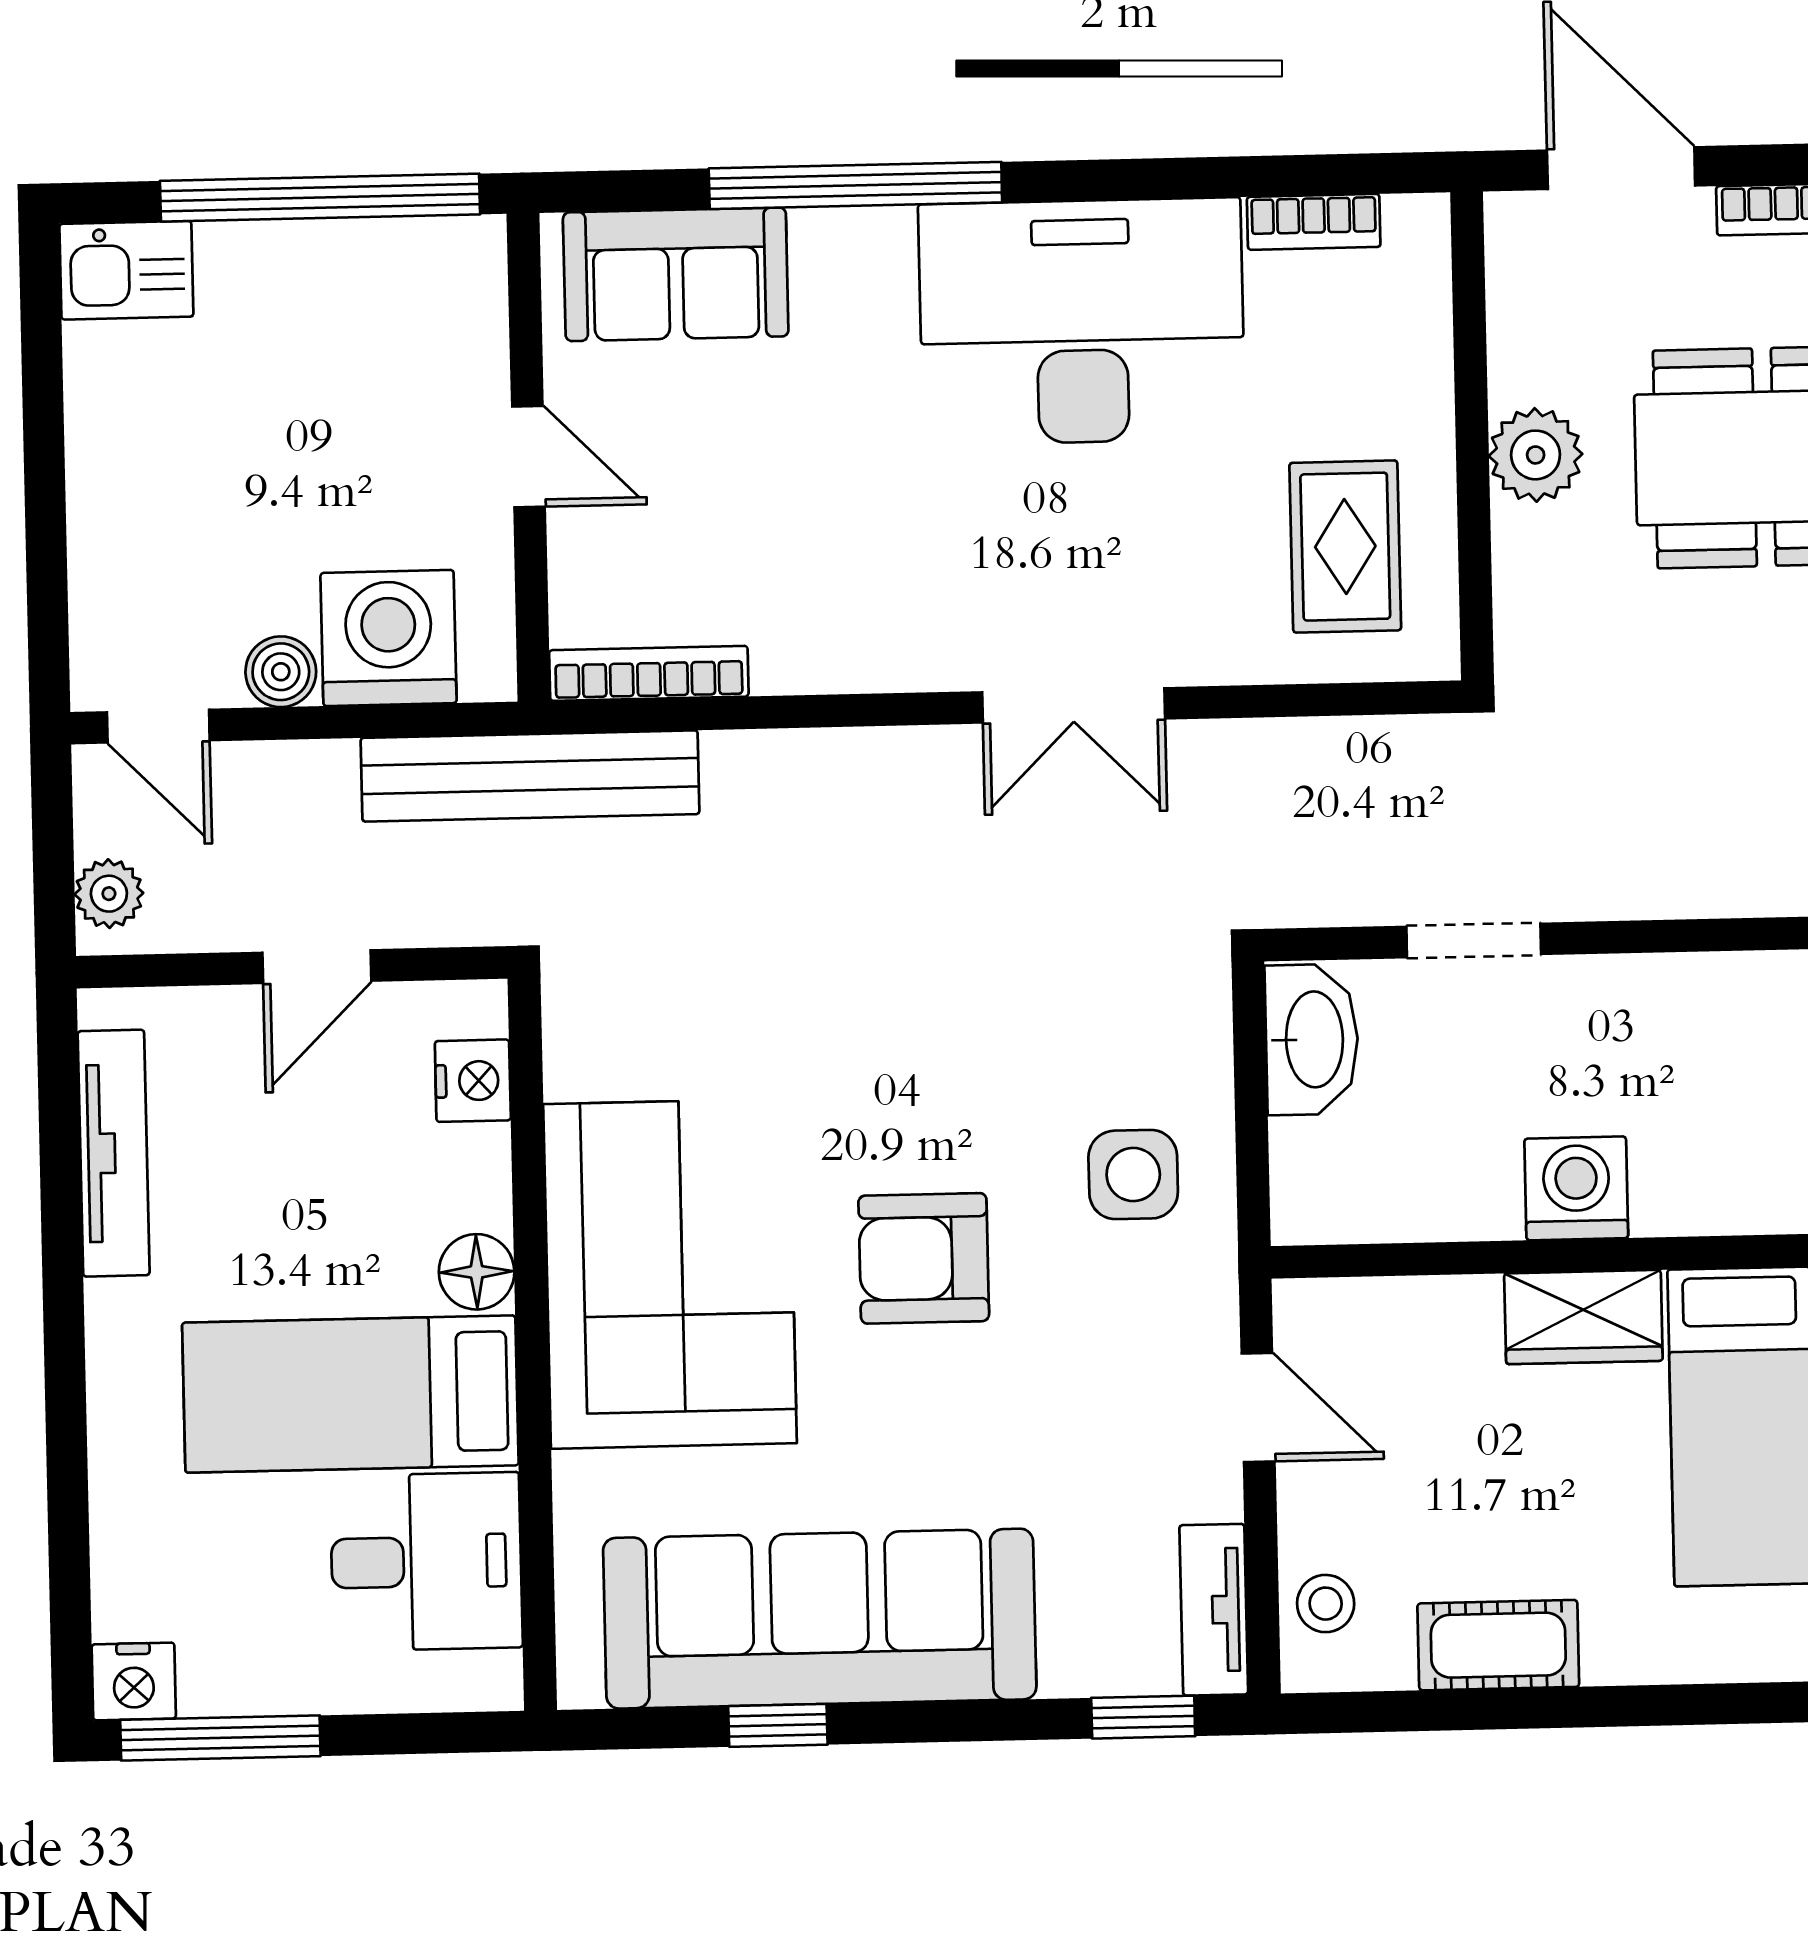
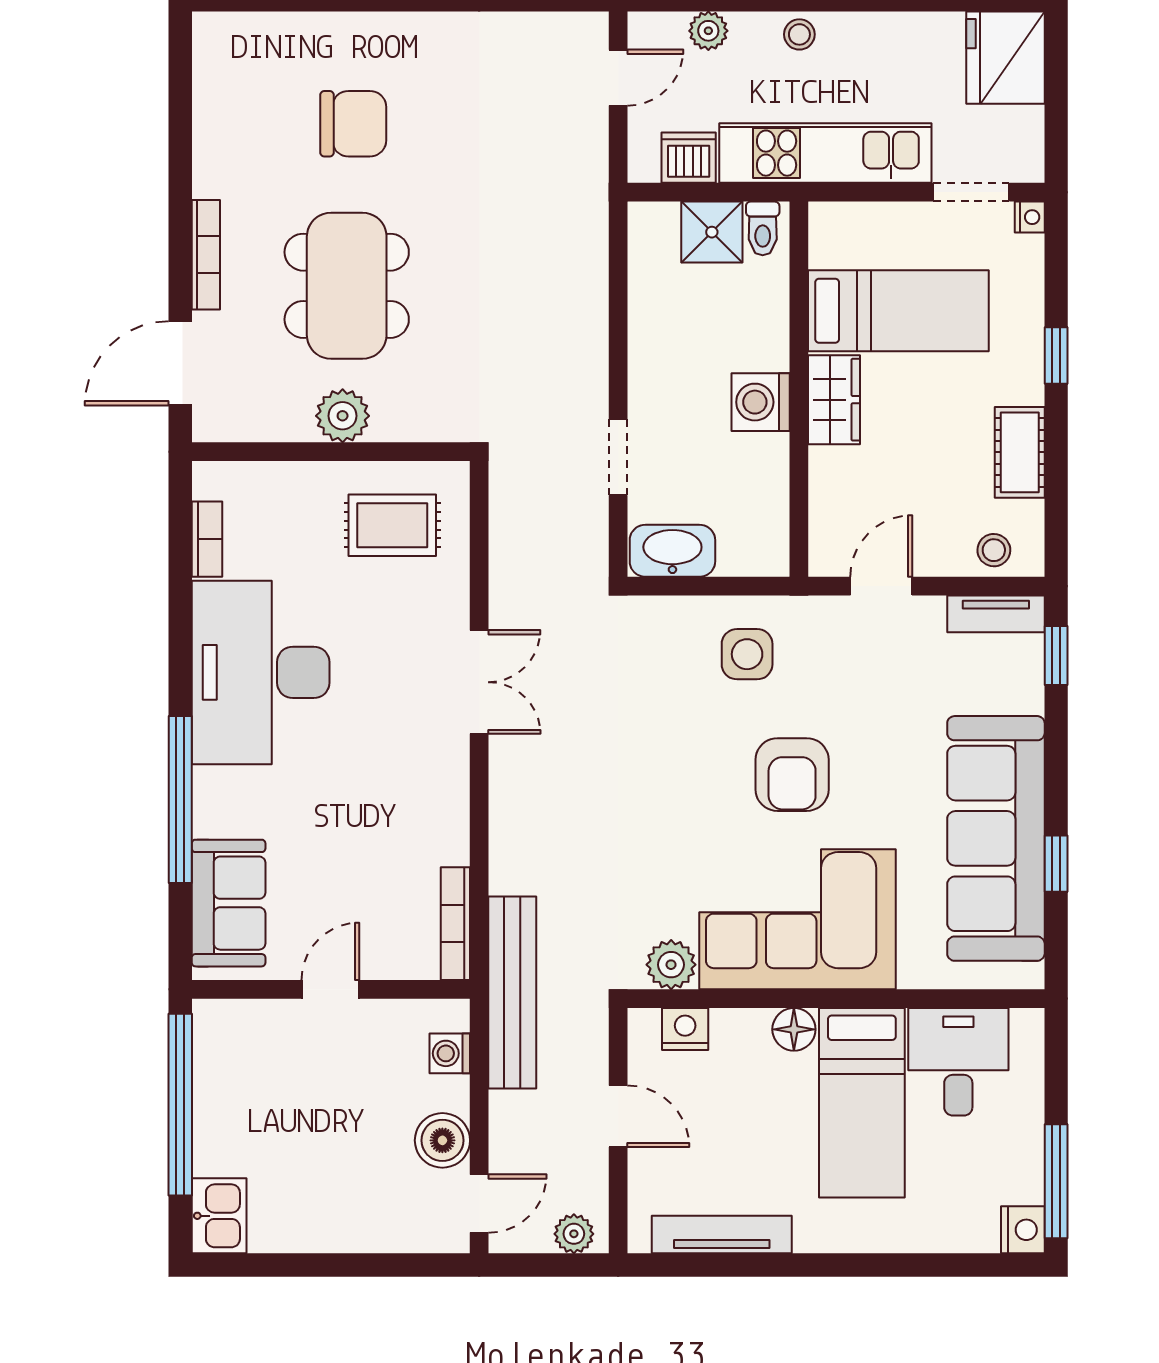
washing machine: (389, 638) -> (450, 1053), width x0.53, depth x0.53
boiler: (281, 672) -> (442, 1140), width x1.36, depth x1.36
plant: (585, 1053) -> (671, 965), added
window: (1670, 1705) -> (1056, 356), added

